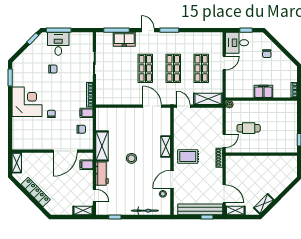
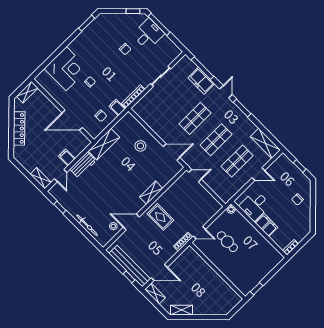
desk: (237, 43) -> (255, 206), moved, turned -90
shelving: (208, 99) -> (265, 143), moved
corner desk: (27, 102) -> (66, 69), moved
door: (152, 106) -> (172, 152), hinge flipped
door: (183, 106) -> (195, 176), hinge flipped
stool: (131, 158) -> (140, 146), moved
filing cabinet: (86, 165) -> (67, 157), moved
door: (224, 194) -> (159, 272), hinge flipped

